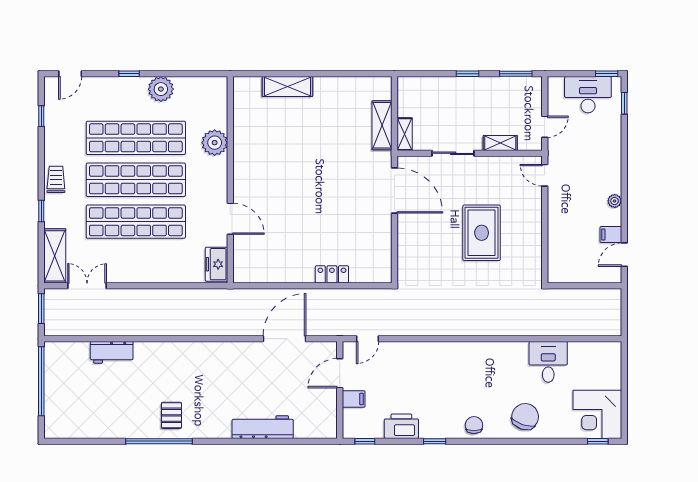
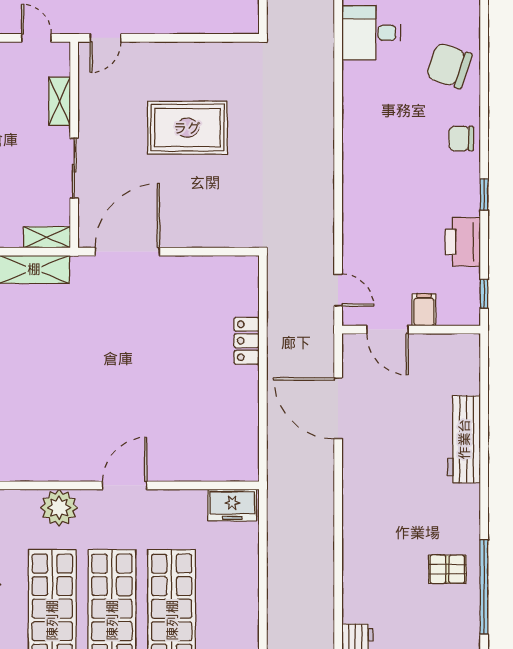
door: (230, 219) -> (125, 485), moved

